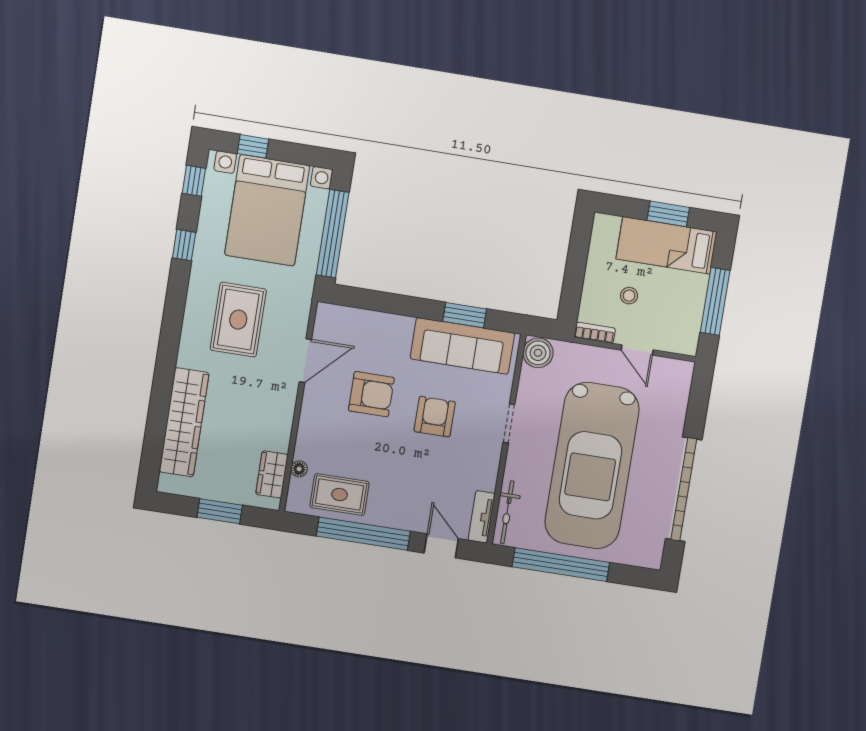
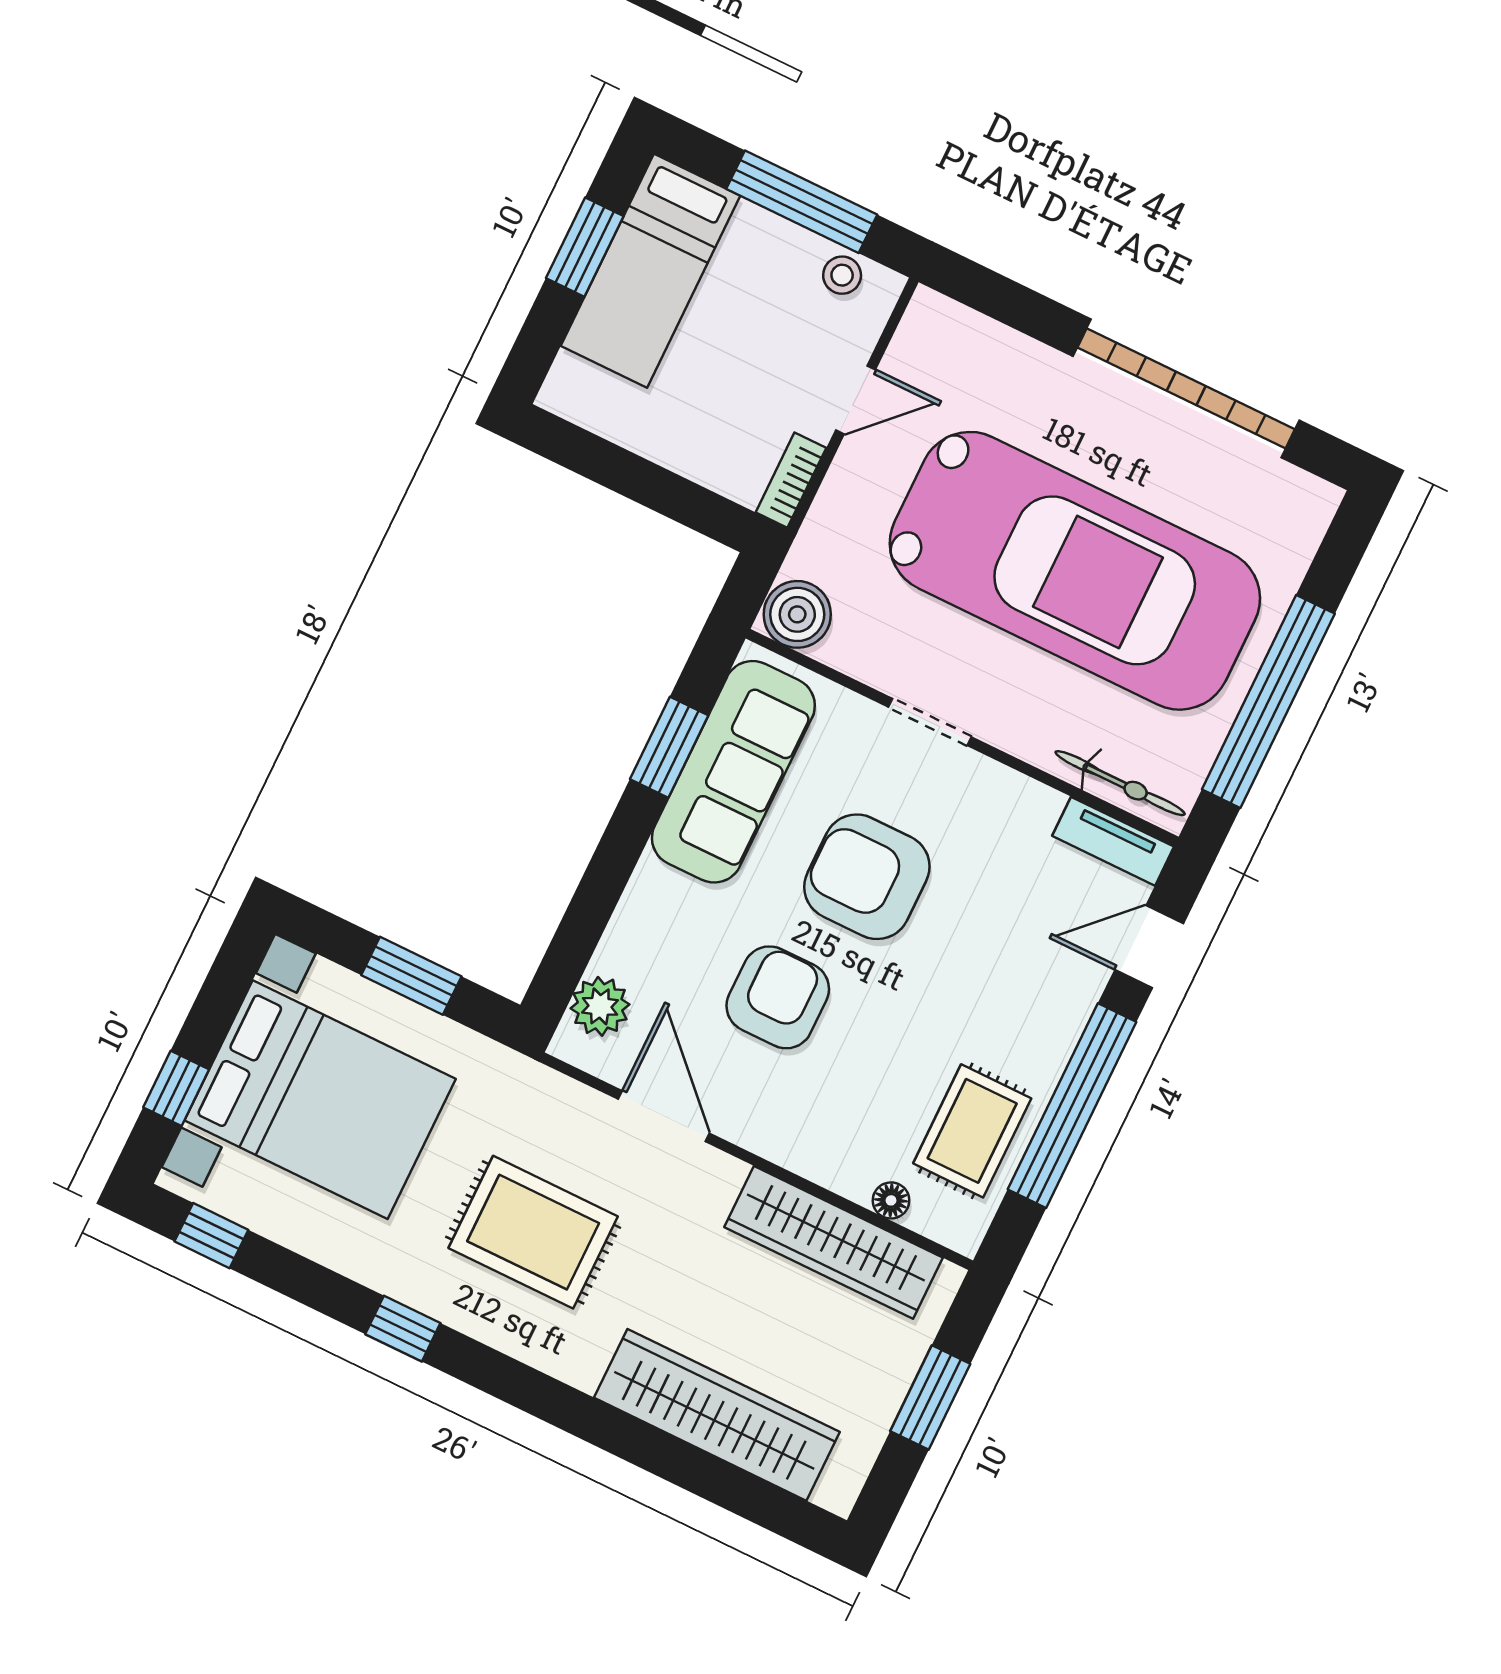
window: (333, 234) -> (411, 976), width x0.47
window: (184, 245) -> (403, 1329), moved
stool: (629, 296) -> (842, 275), moved
plant: (344, 319) -> (600, 1006), added
armchair: (435, 417) -> (867, 877), width x1.36, depth x1.36
wardrobe: (272, 474) -> (833, 1242), width x2.10, depth x1.17

